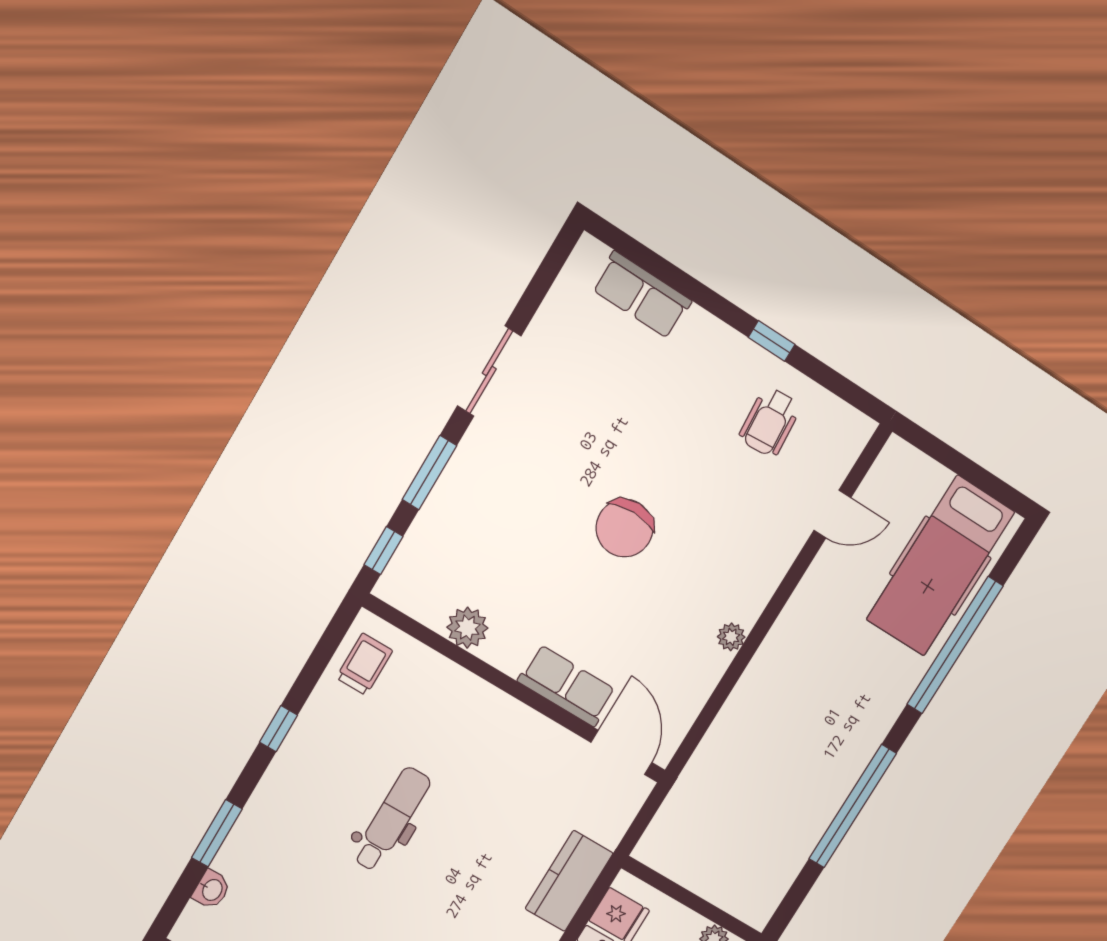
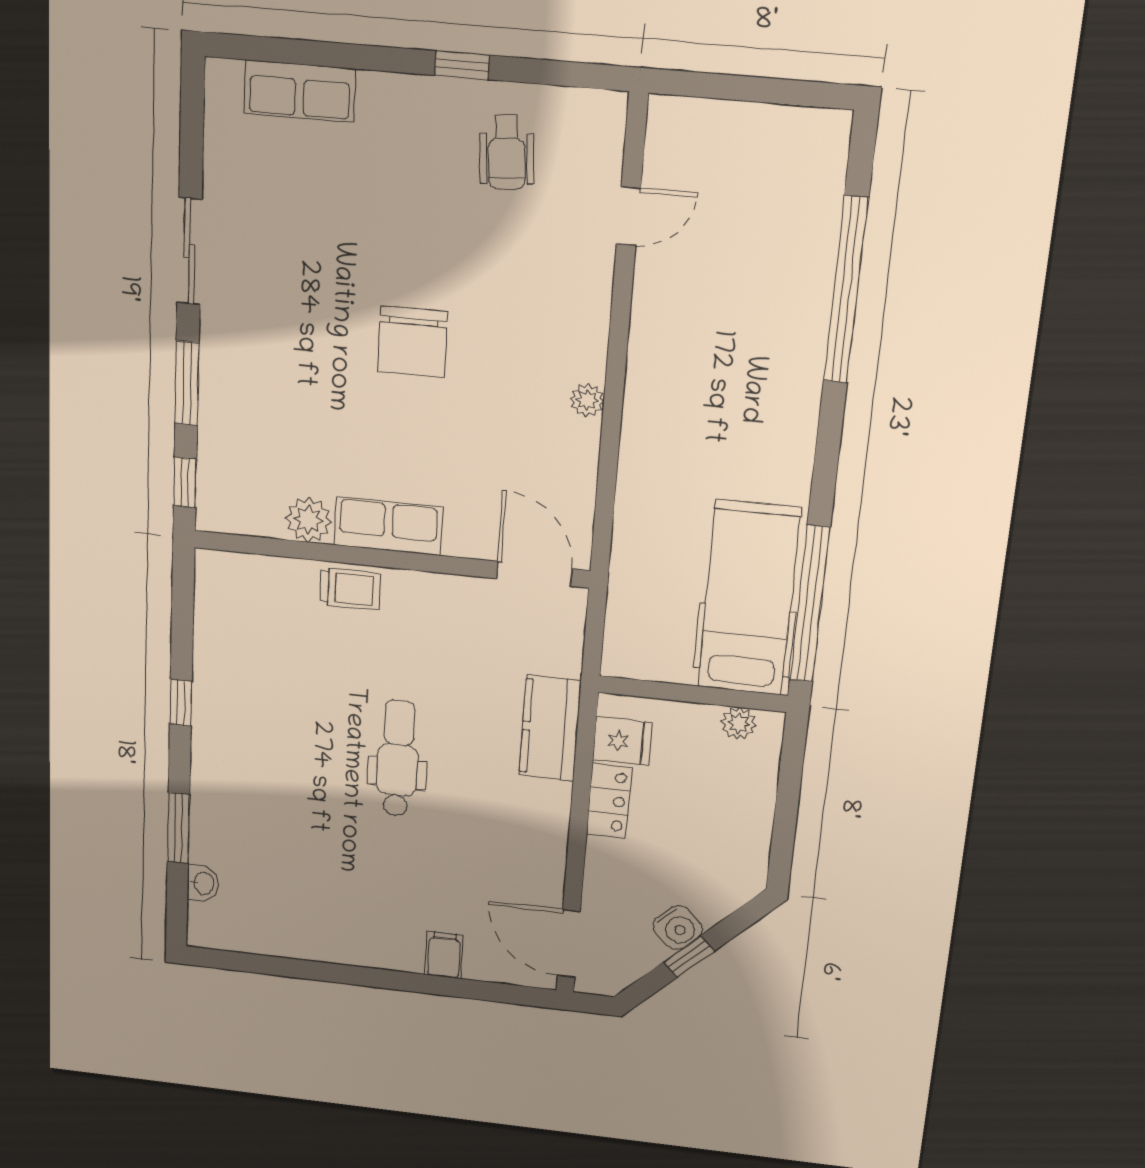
hospital bed: (940, 566) -> (749, 598), moved, turned 180
trolley: (364, 664) -> (350, 589), moved, turned 90
row of seats: (567, 686) -> (388, 526), moved
window: (853, 806) -> (810, 604), moved
dental chair: (392, 819) -> (398, 759), moved

